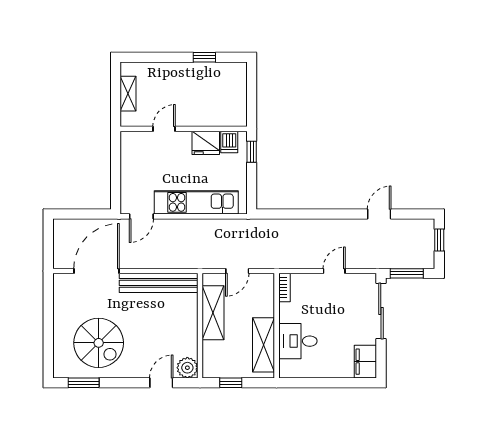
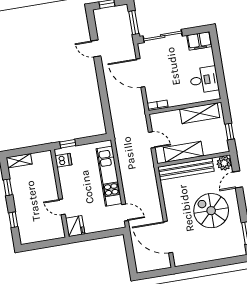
window: (157, 57) -> (13, 220), added
shelving: (128, 94) -> (19, 161), moved
fridge: (206, 143) -> (75, 226), moved
door: (334, 271) -> (140, 73), width x1.87
bench: (159, 283) -> (186, 169), moved, turned 90
desk: (298, 341) -> (204, 80), moved, turned -90
spiral stairs: (99, 343) -> (211, 211), moved, turned -90
door: (161, 383) -> (238, 179), hinge flipped

